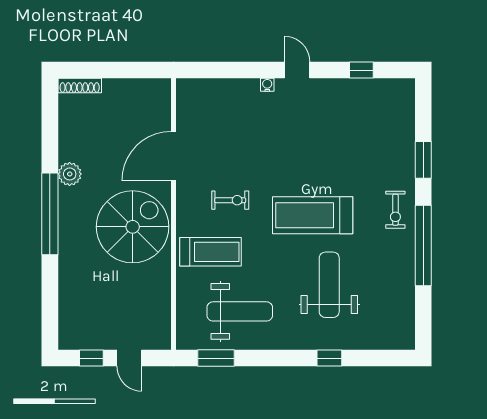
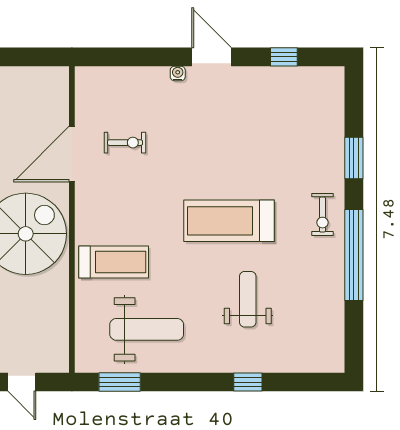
door: (297, 70) -> (212, 57), width x1.38
exercise bike: (230, 200) -> (125, 143), moved
weight bench: (329, 285) -> (248, 299), width x0.73, depth x0.75

